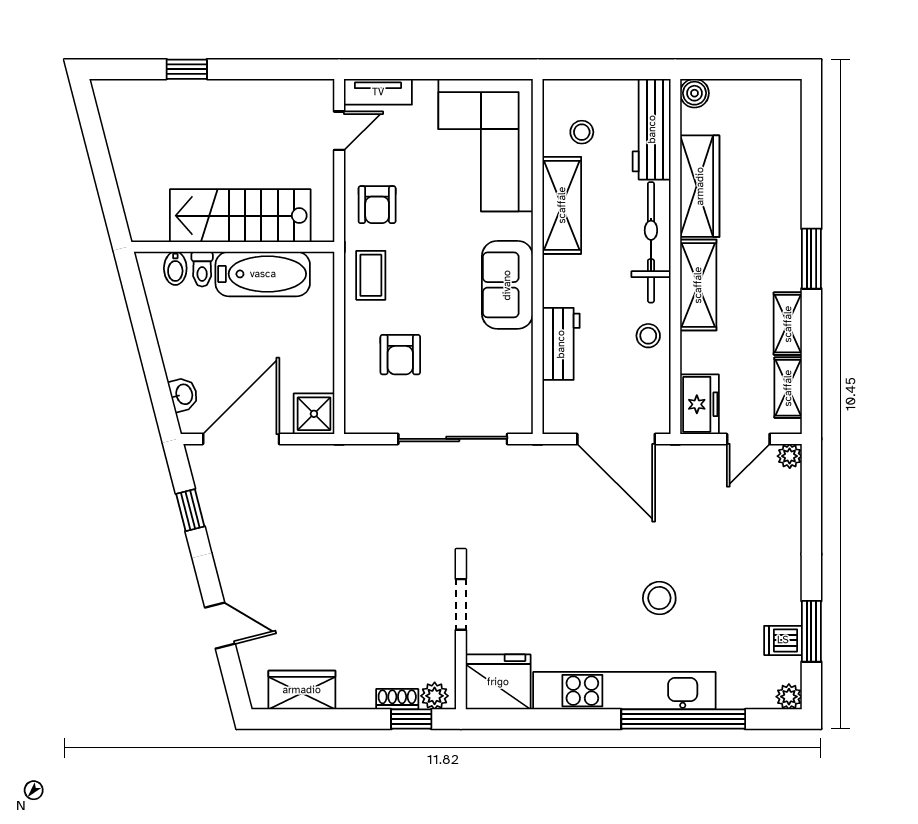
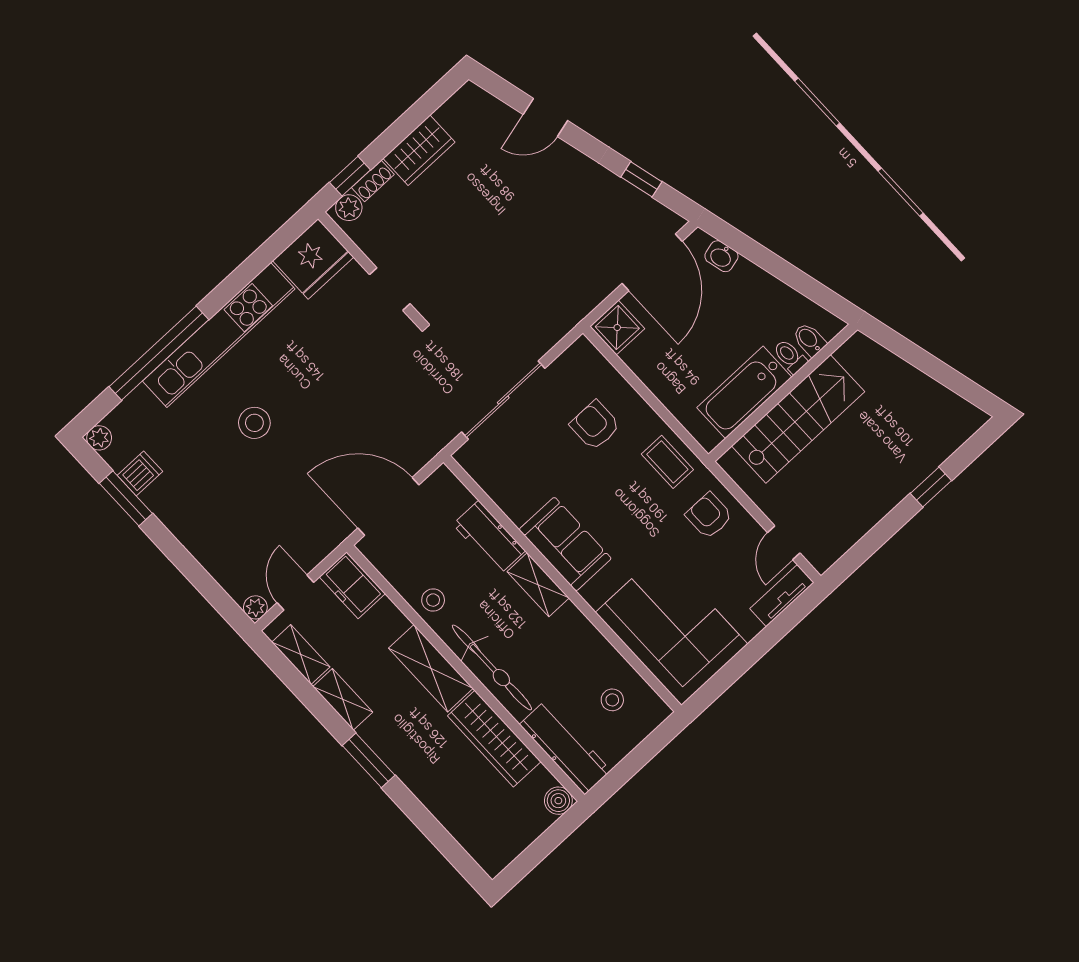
shelving: (562, 205) -> (538, 585), moved, width x0.67, depth x0.75
wardrobe: (302, 690) -> (419, 150), moved

